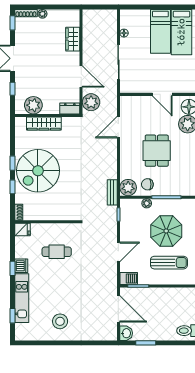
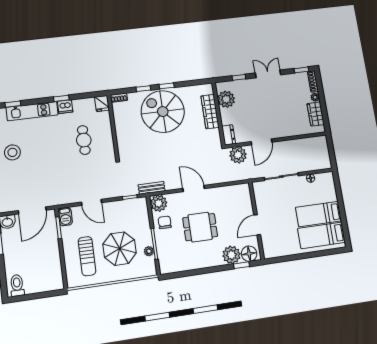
wardrobe: (73, 39) -> (316, 114), moved, turned -90
door: (118, 127) -> (194, 189), moved
plant: (147, 203) -> (149, 251), moved

